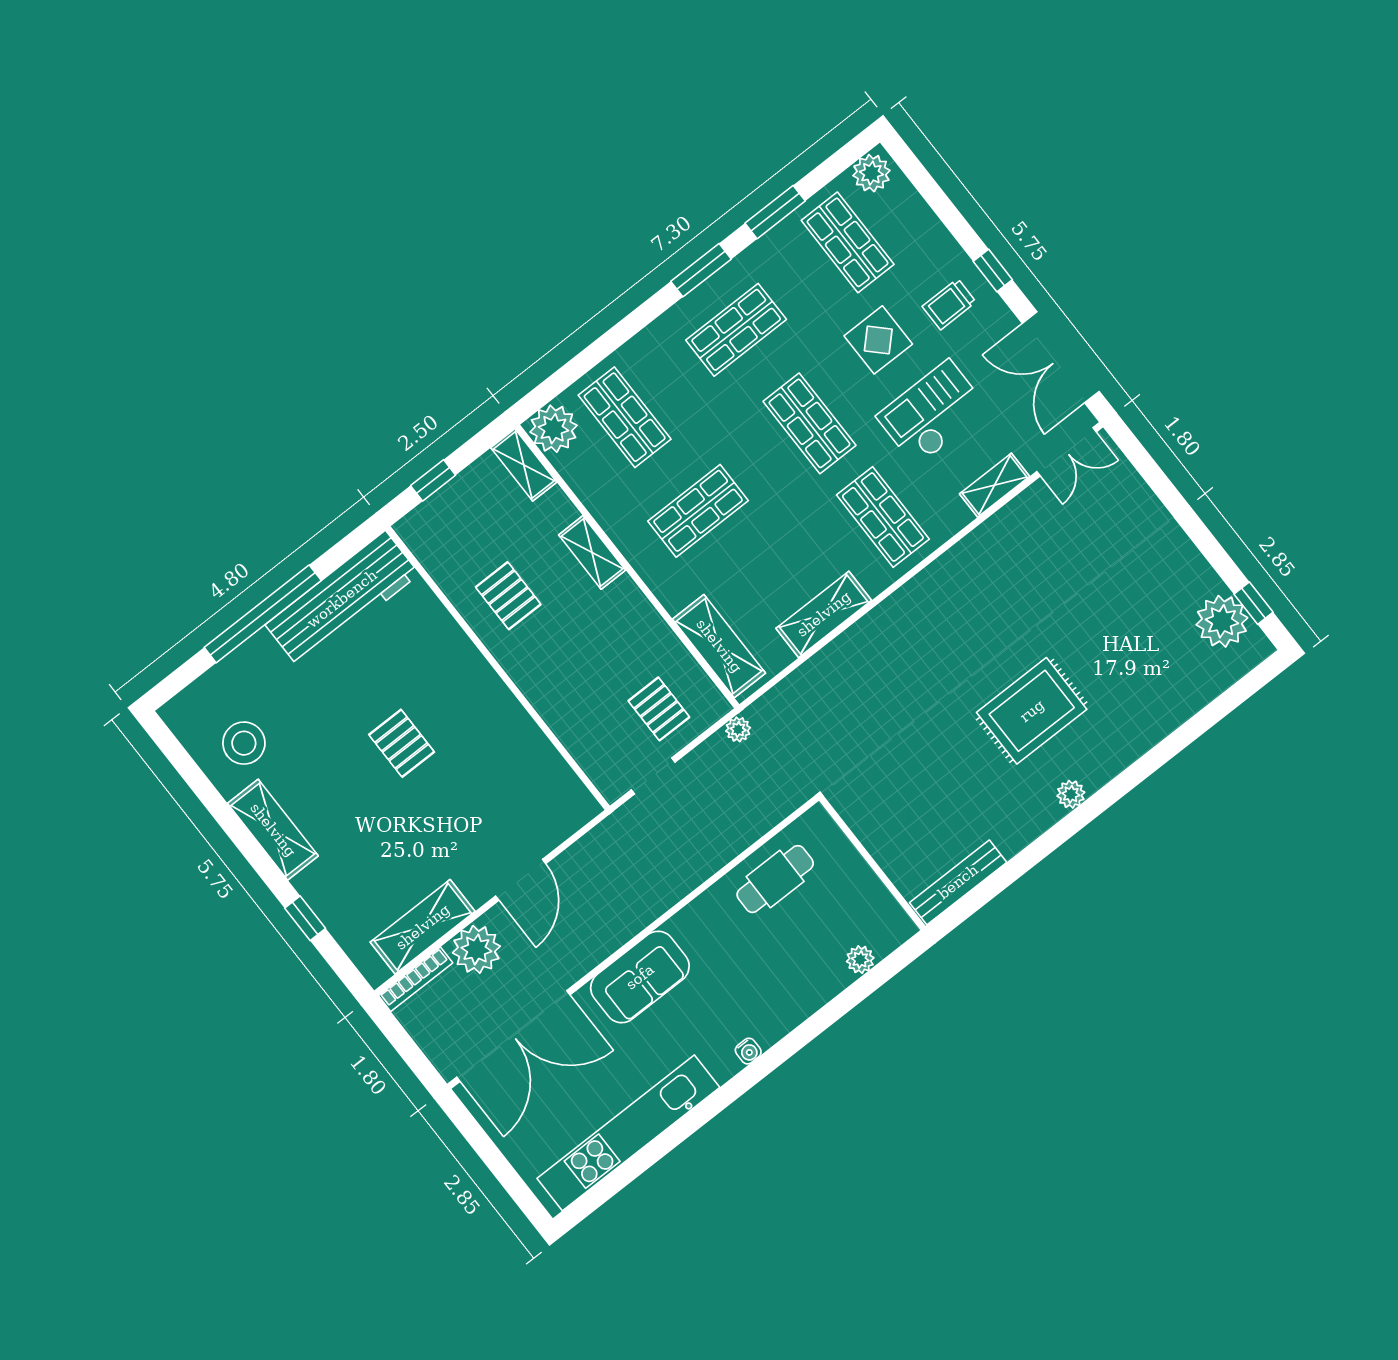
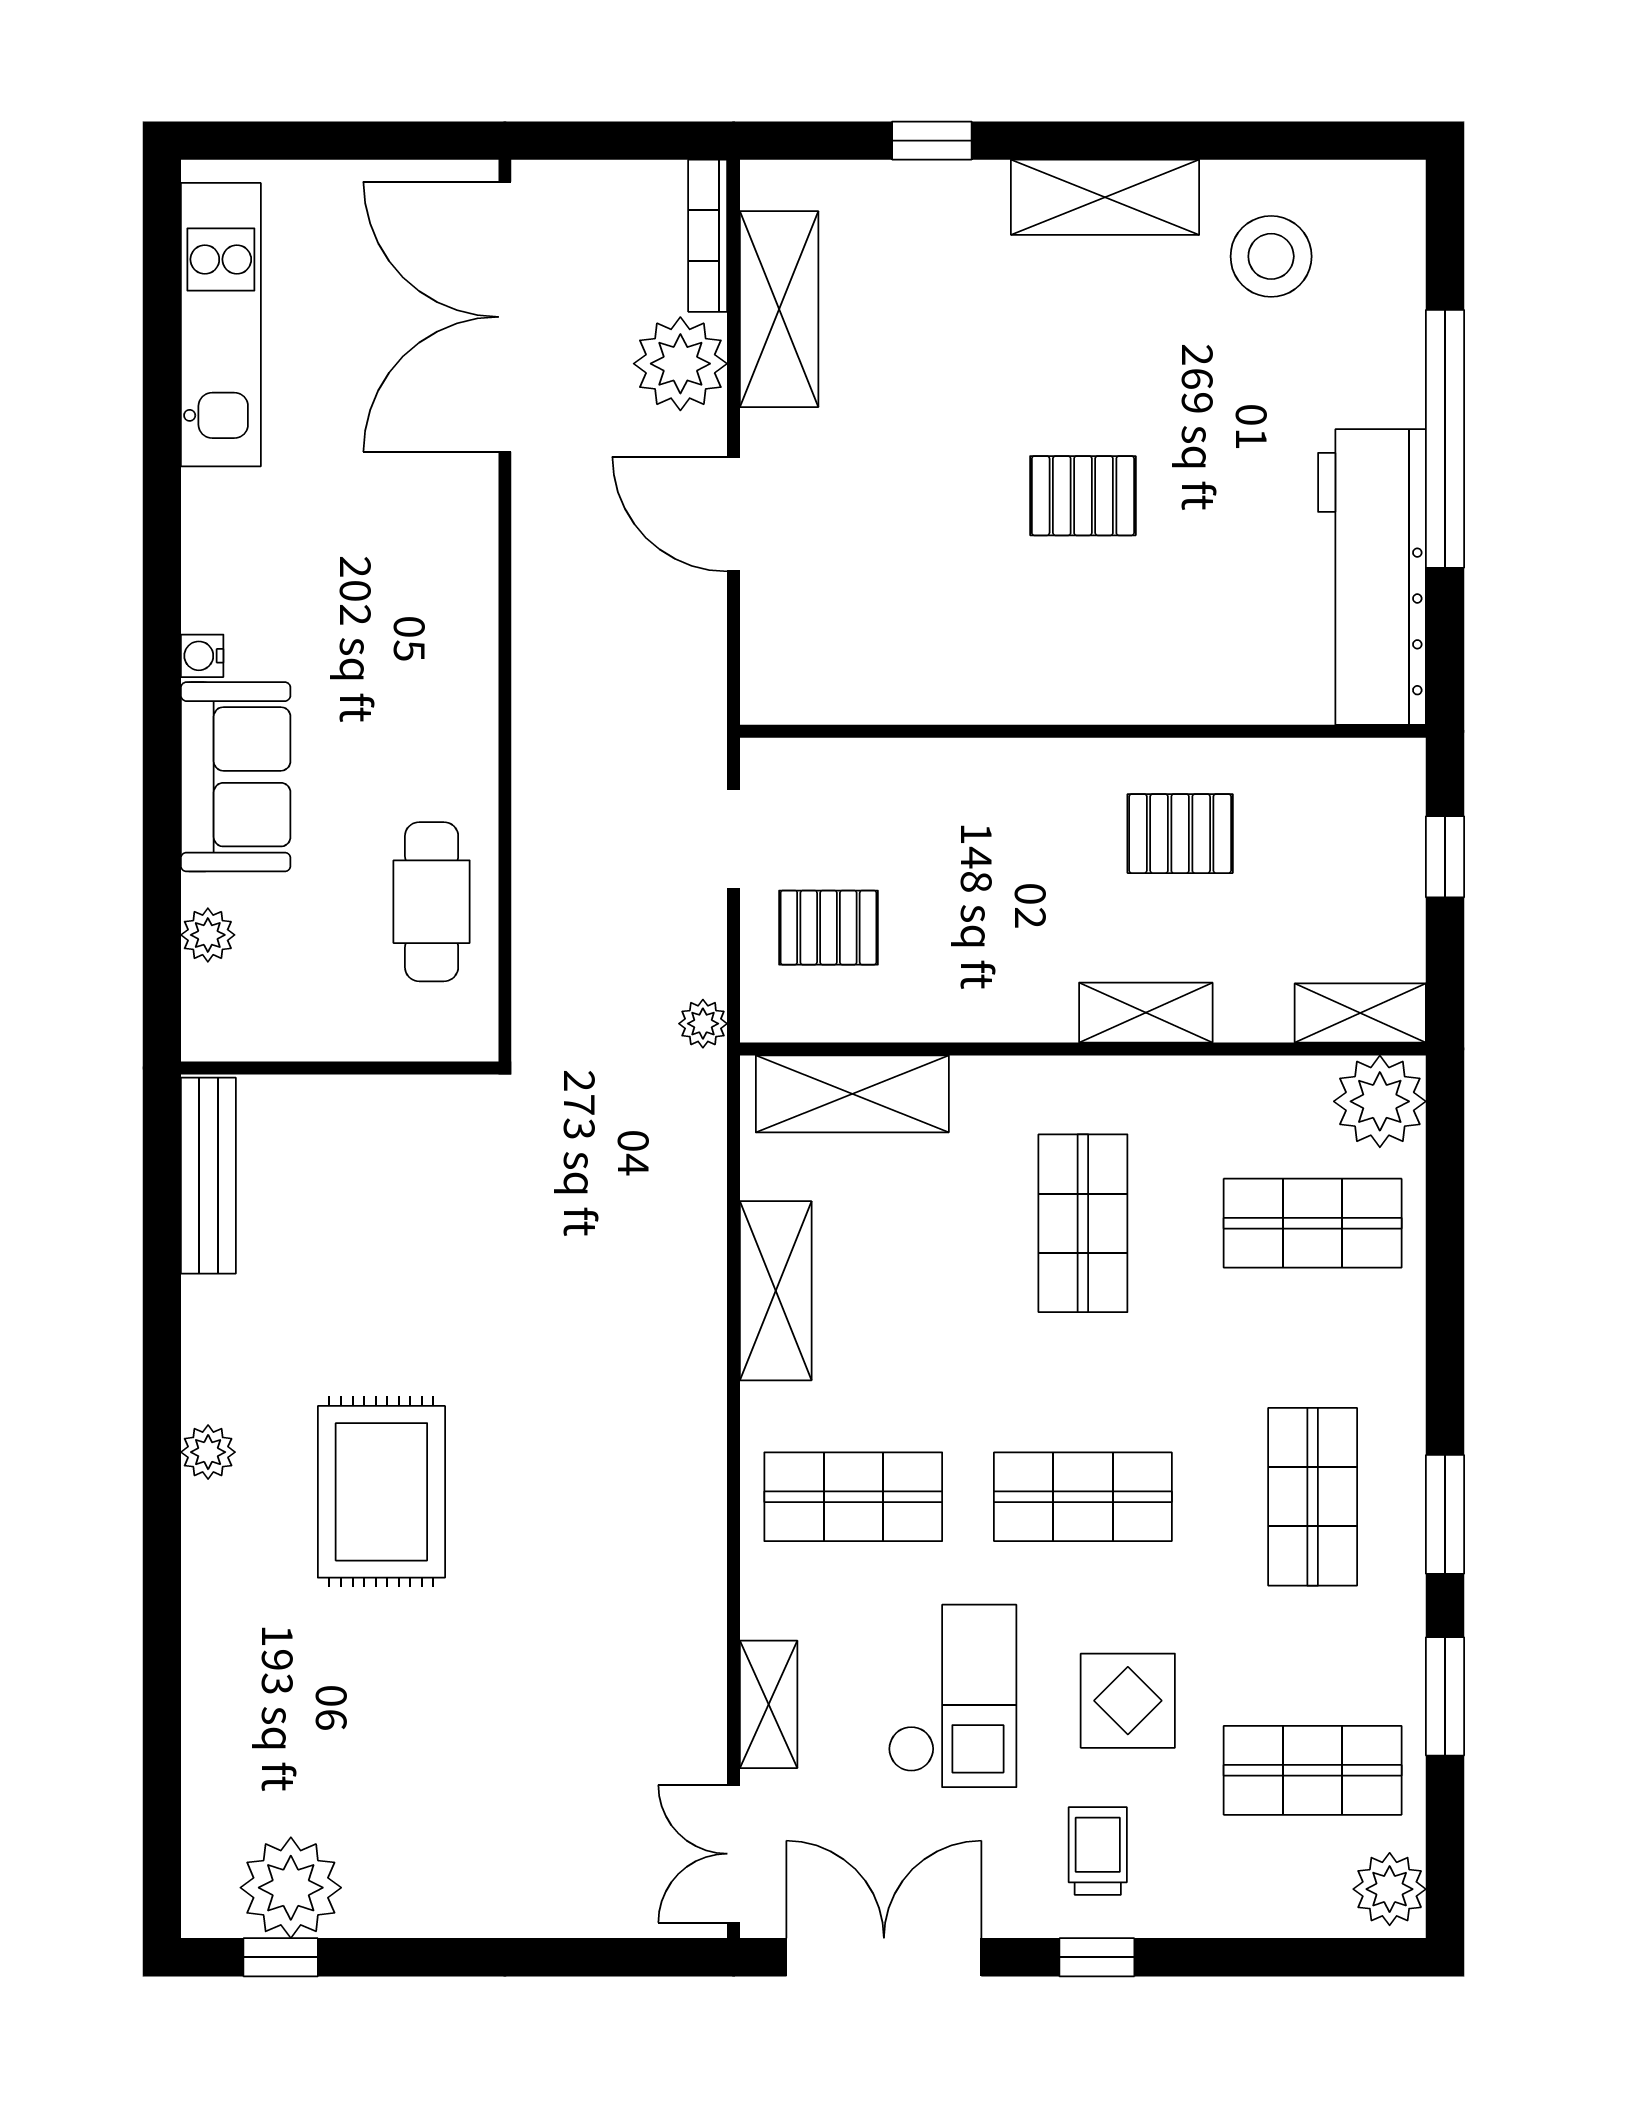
sofa: (640, 977) -> (236, 777), moved, turned 180
kitchen unit: (628, 1133) -> (221, 325), width x0.73

